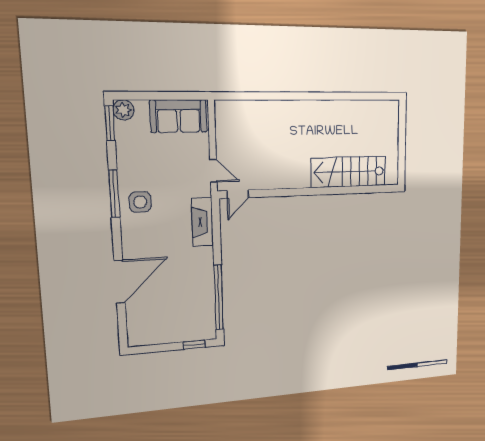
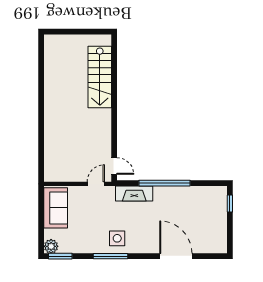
window: (219, 297) -> (164, 183), moved

